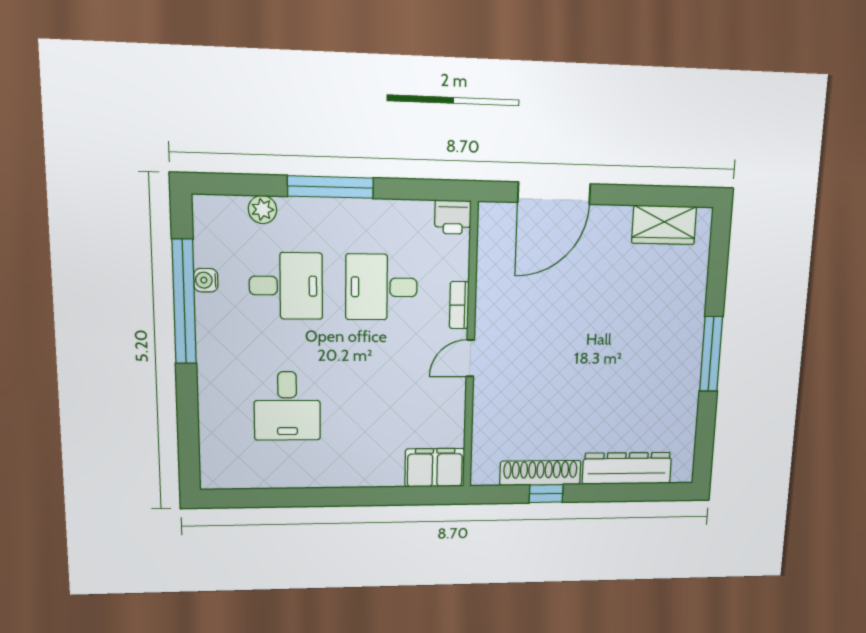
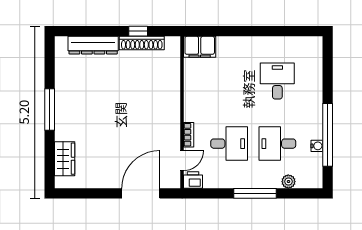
wardrobe: (664, 225) -> (65, 159), moved, turned 90
door: (470, 358) -> (182, 161), moved

